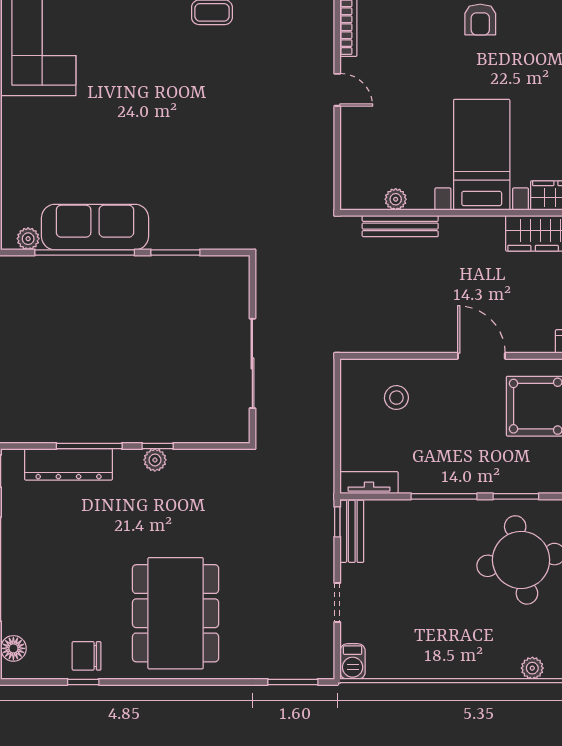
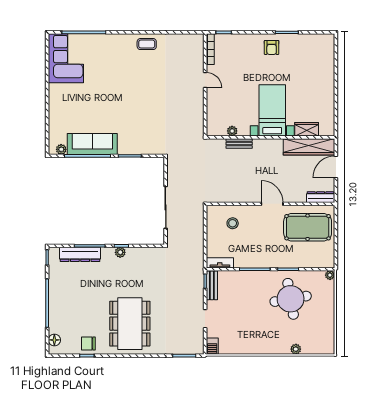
bench: (400, 226) -> (239, 143), width x0.73

